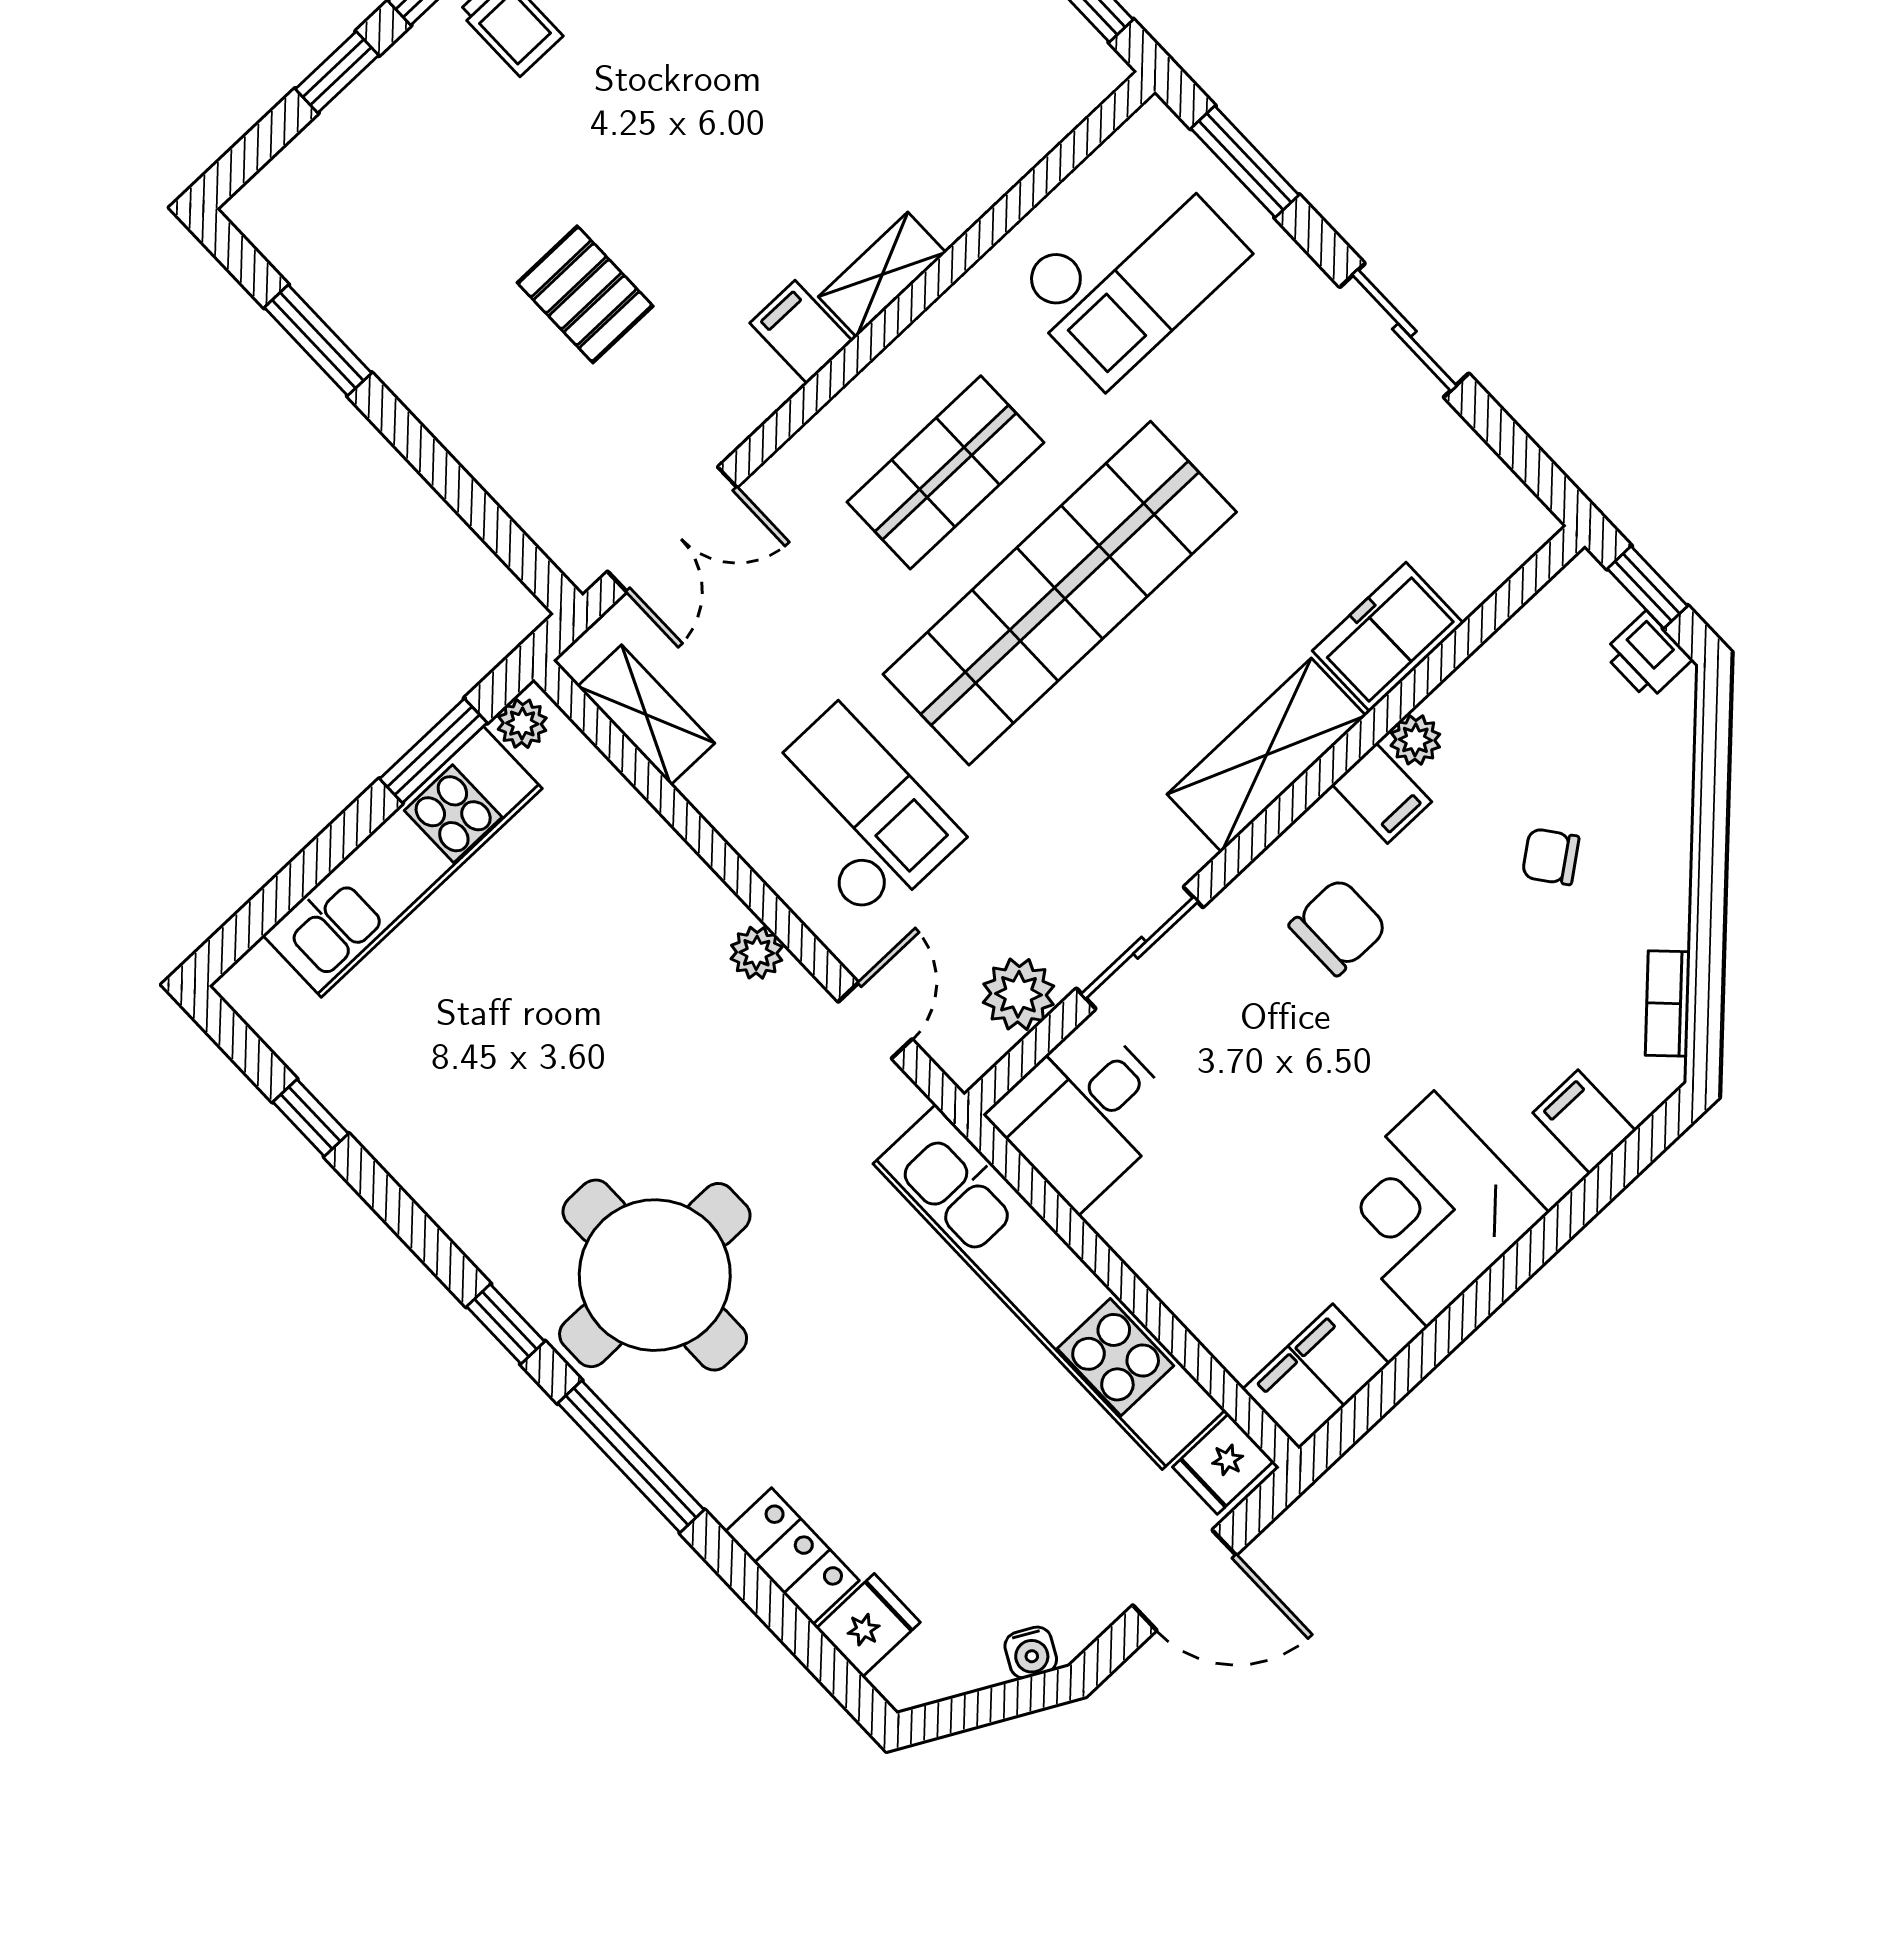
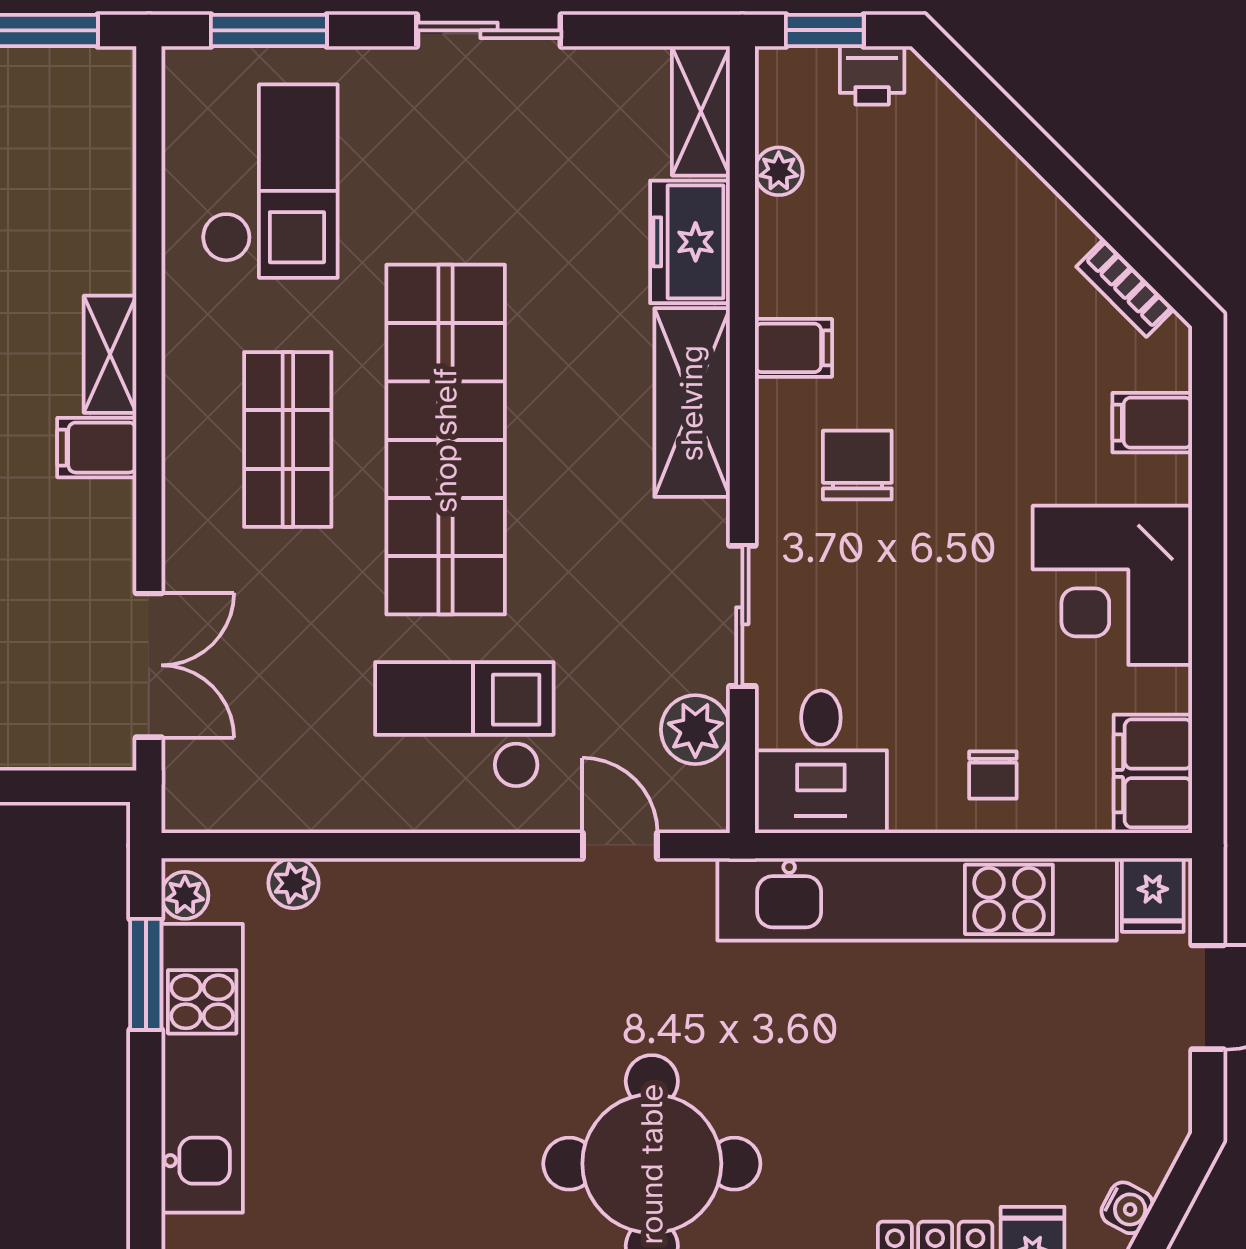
shelving: (646, 715) -> (701, 111), moved, turned 90
plant: (1415, 740) -> (779, 171), moved
chair: (1551, 857) -> (993, 775), moved, turned -53
plant: (757, 953) -> (294, 883), moved
water cooler: (1031, 1653) -> (1127, 1208), moved

